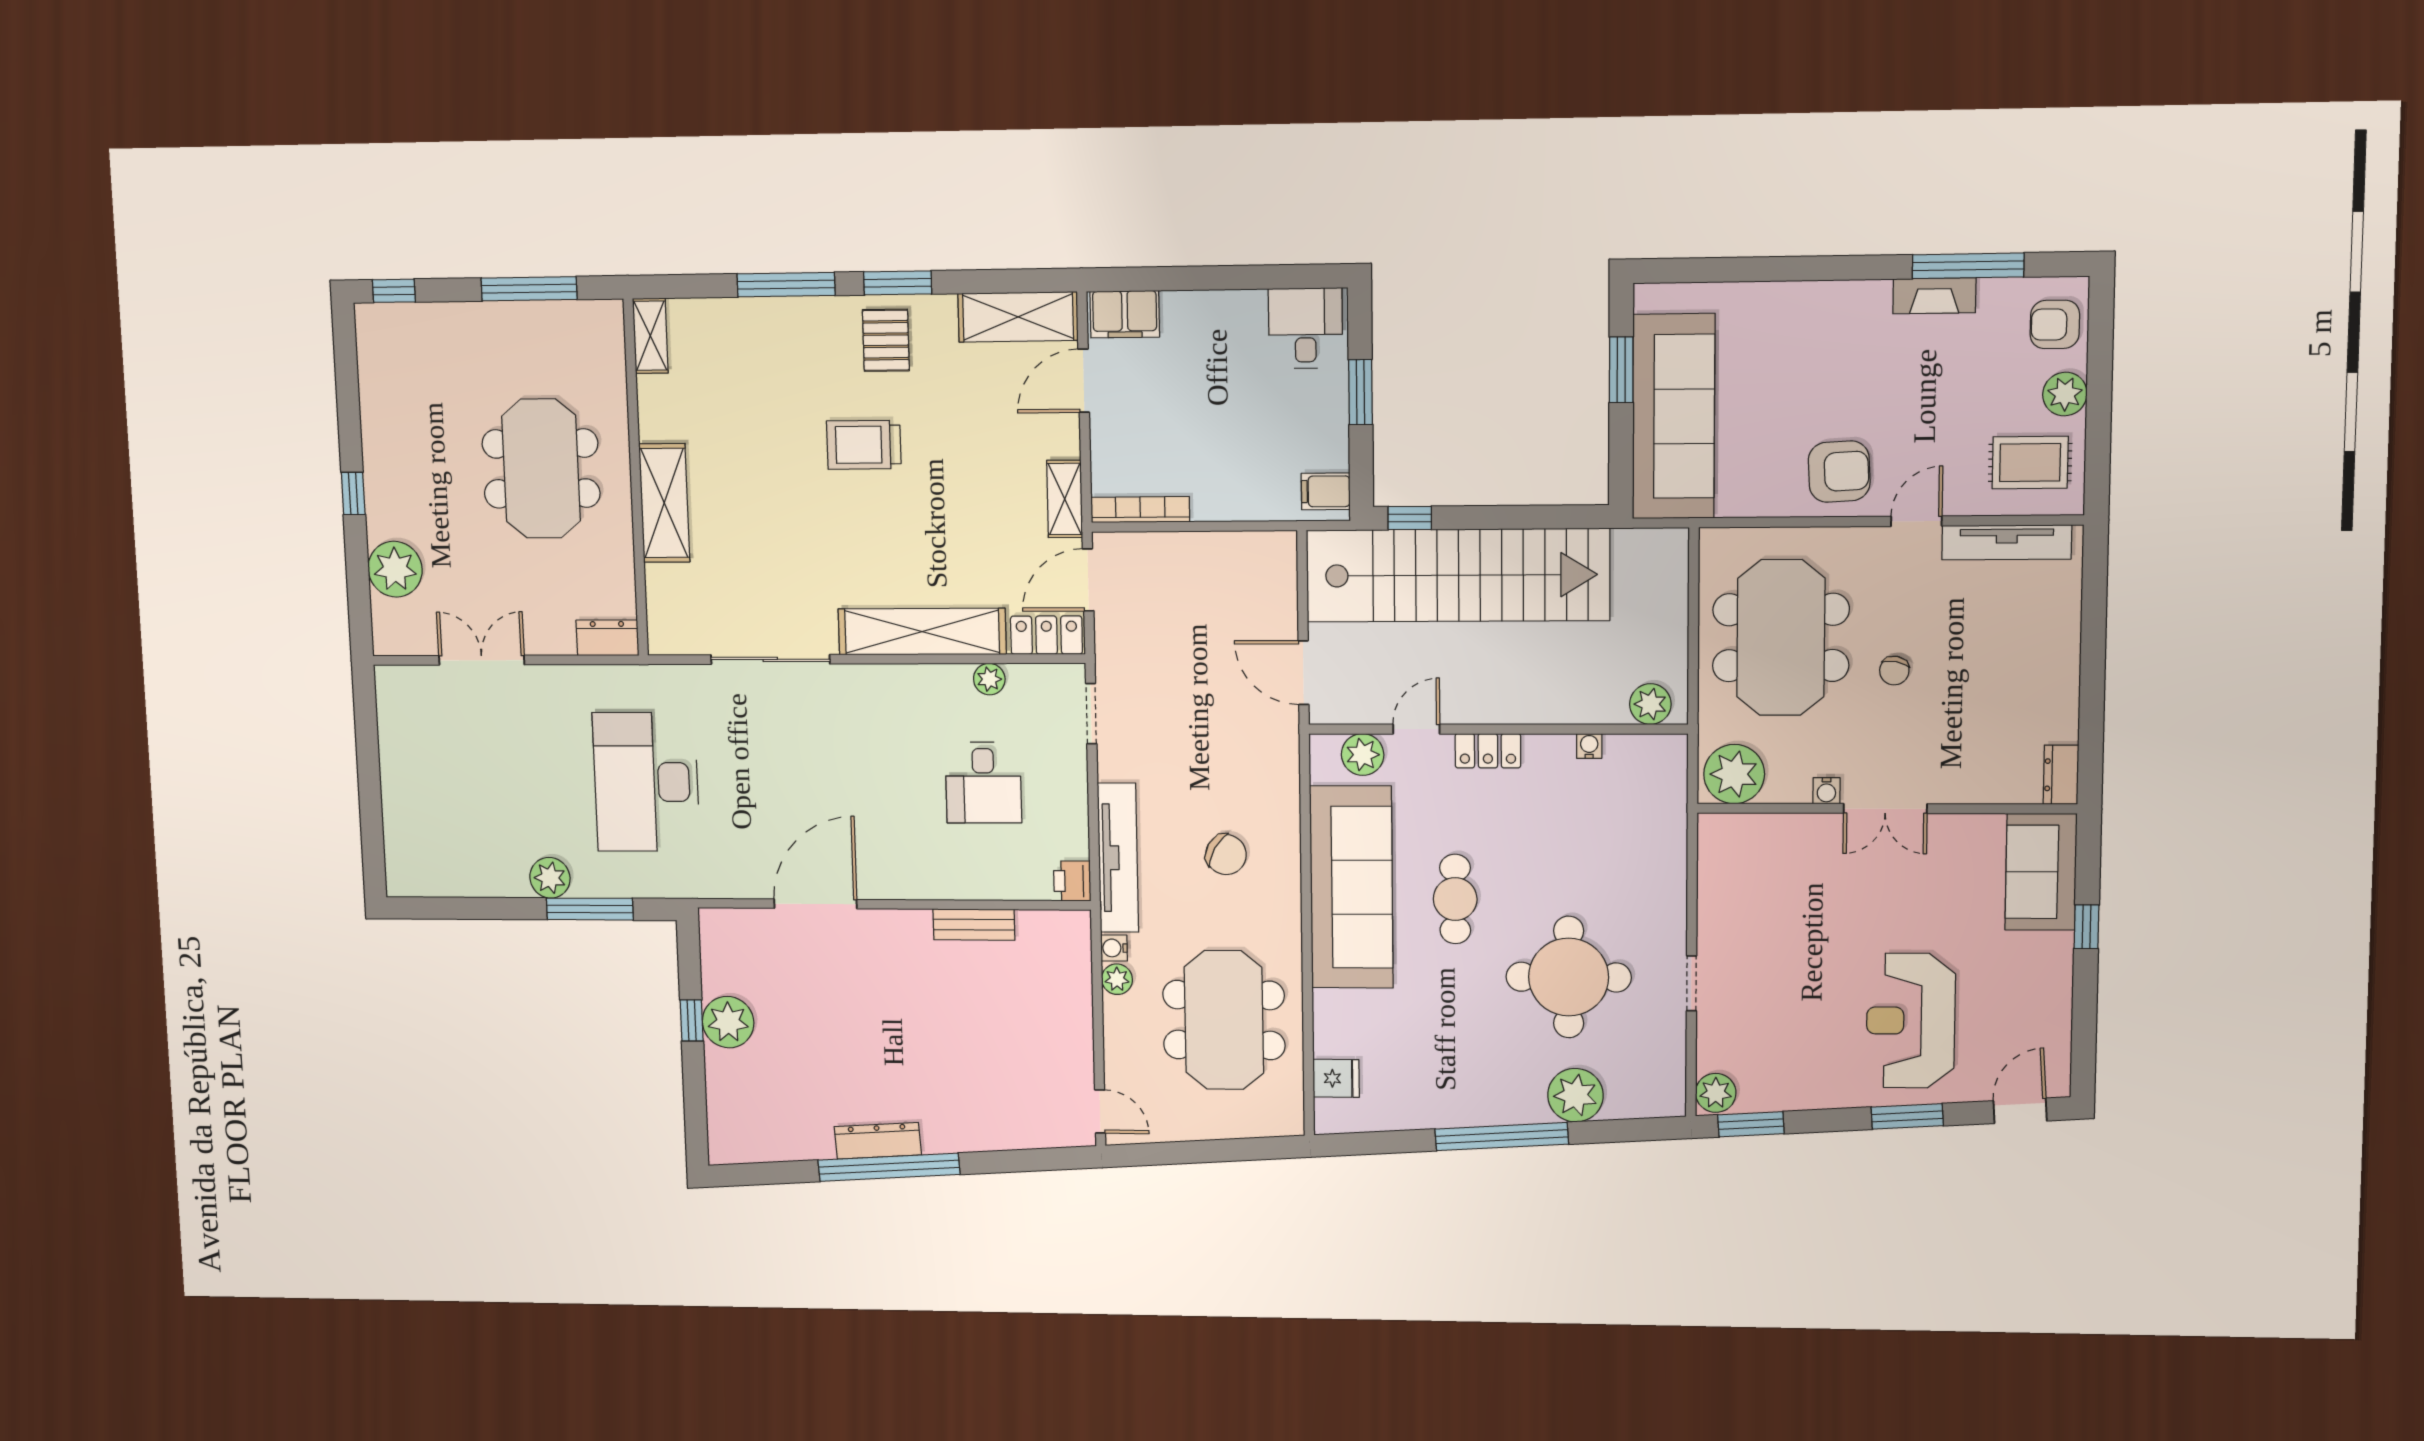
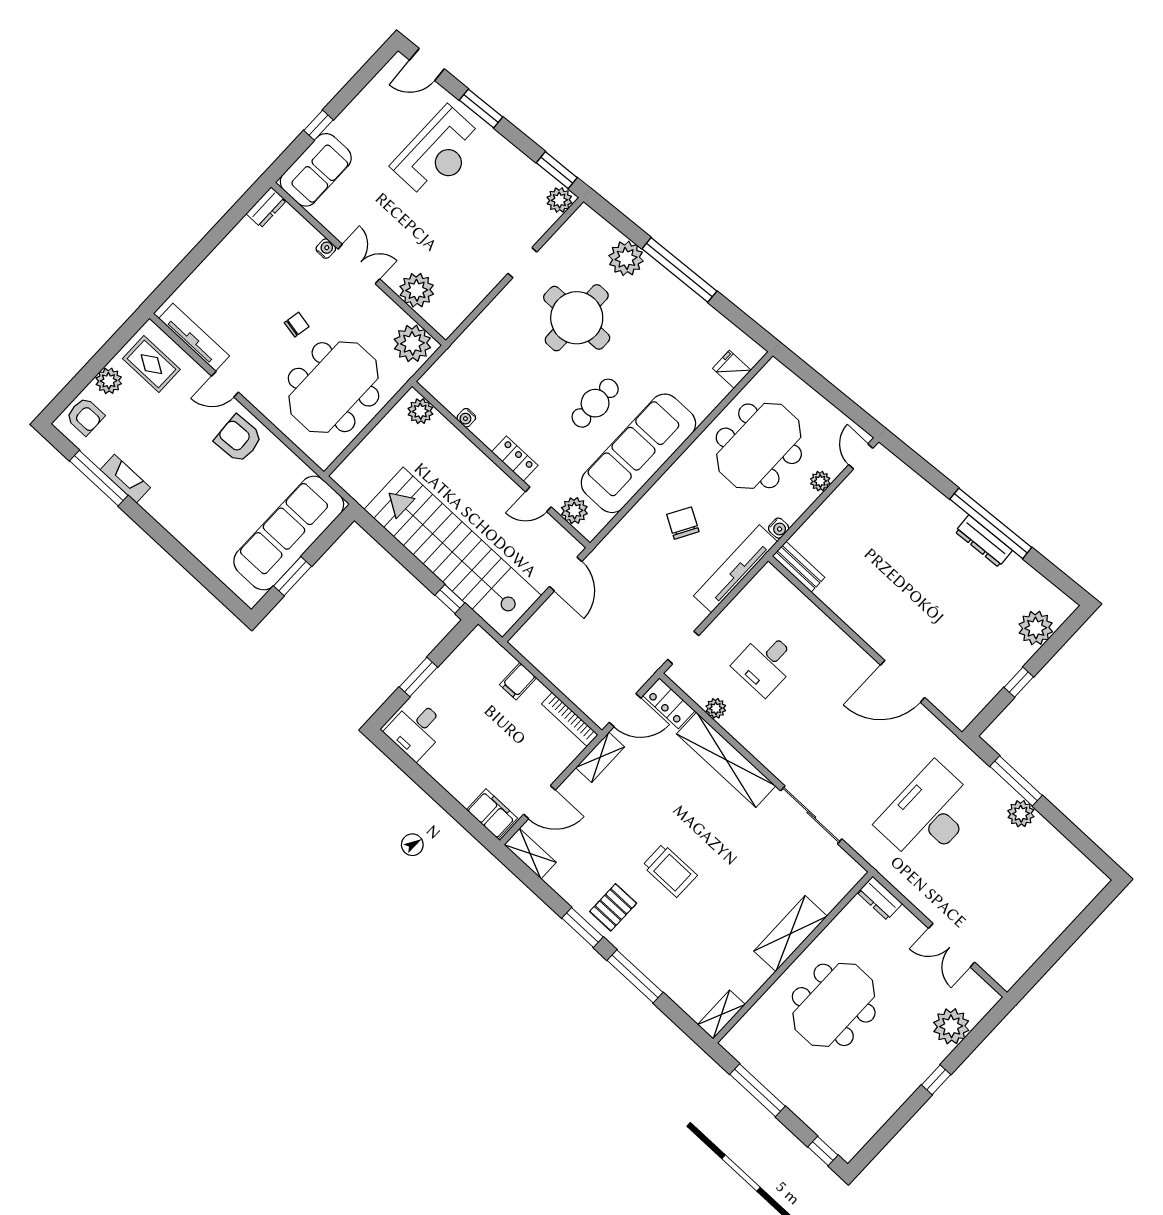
shelving: (1018, 317) -> (530, 854), width x0.67, depth x0.75
filing cabinet: (1326, 491) -> (518, 681), moved, turned 90
desk: (646, 782) -> (928, 814), turned 180
desk: (983, 783) -> (766, 663), turned 180
water cooler: (1826, 791) -> (326, 249), moved
plant: (1787, 840) -> (417, 290), added
printer: (1072, 881) -> (768, 578), removed
bench: (974, 925) -> (799, 567), moved
plant: (1117, 979) -> (820, 481), moved
plant: (728, 1022) -> (1036, 628), moved

